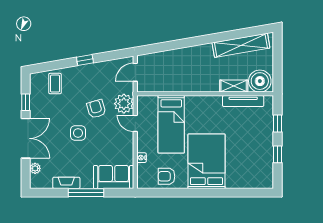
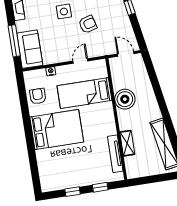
boiler: (260, 81) -> (125, 99), moved
plant: (124, 104) -> (96, 48), removed
window: (86, 193) -> (14, 41), moved

